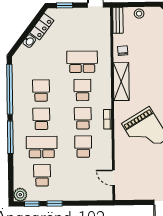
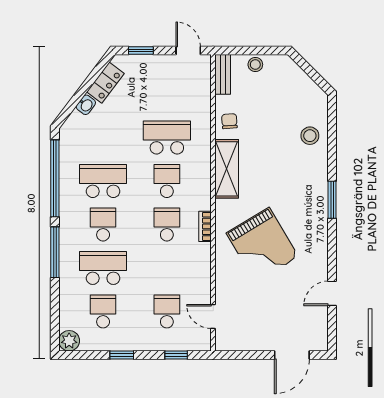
school desk: (41, 91) -> (103, 181), width x1.85
school desk: (83, 147) -> (167, 311), moved
window: (32, 204) -> (176, 355), moved

